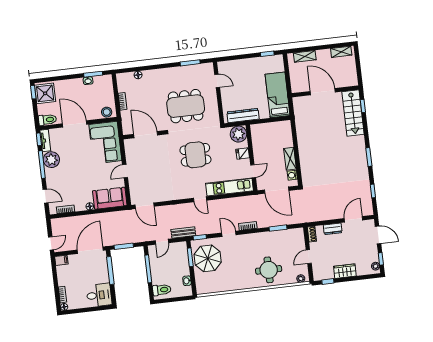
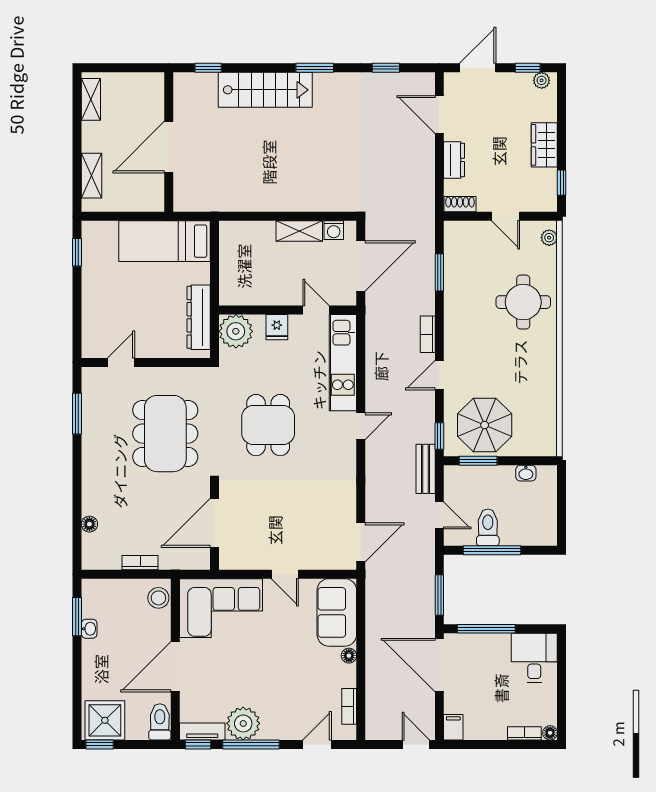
stairs: (353, 113) -> (265, 90), moved
toilet: (162, 290) -> (488, 527), moved

